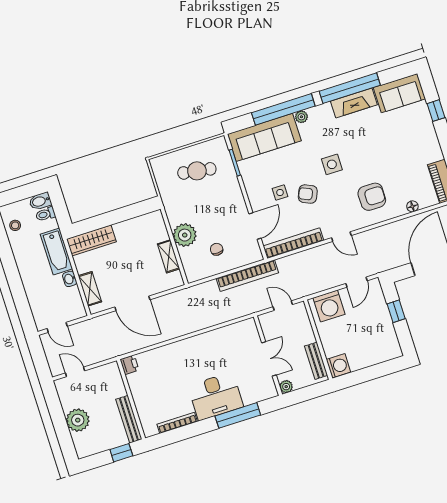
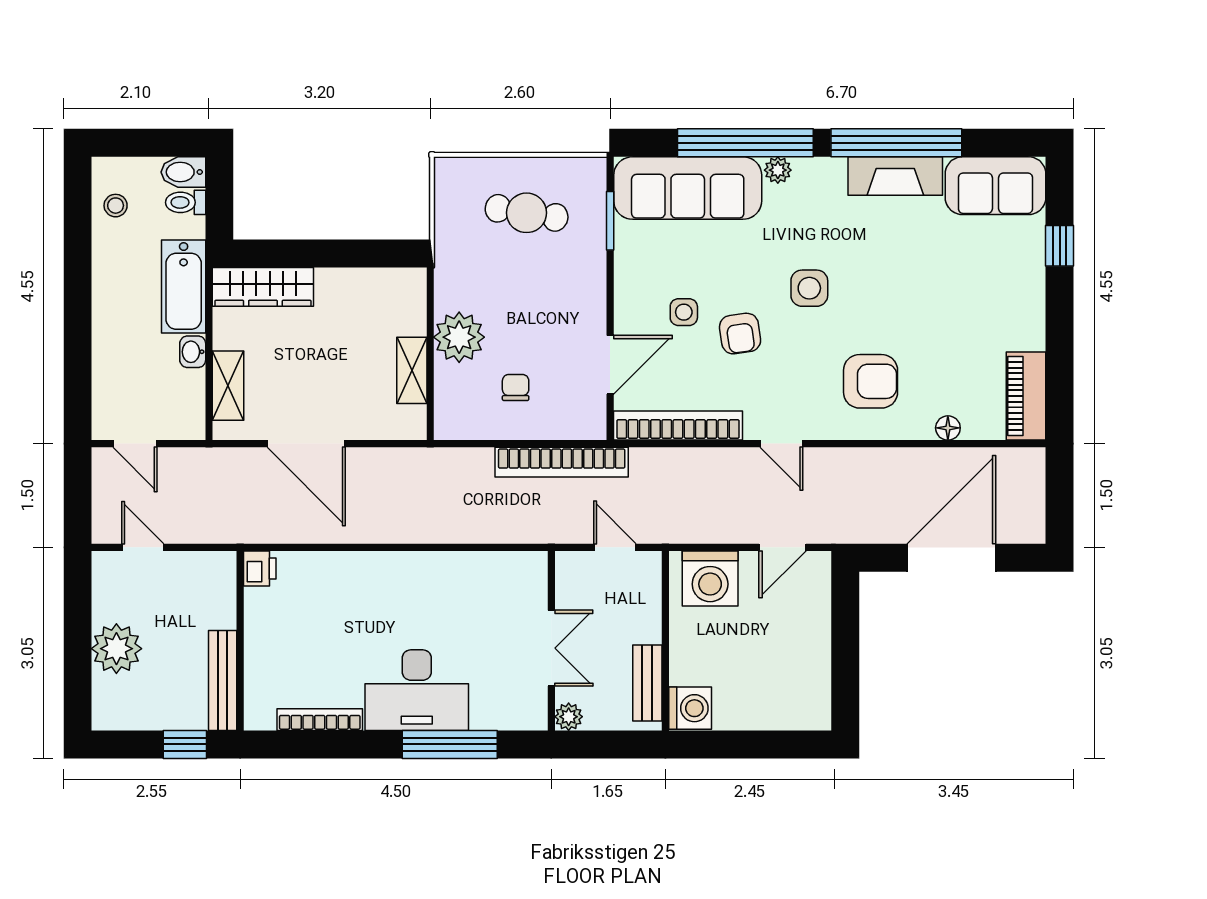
armchair: (308, 194) -> (740, 334), turned -122
window: (396, 311) -> (845, 634), removed

